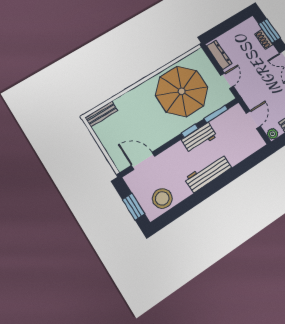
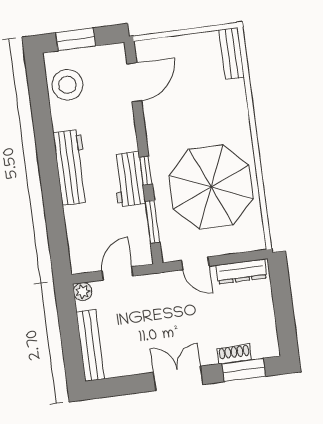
door: (253, 120) -> (117, 273), swing flipped

